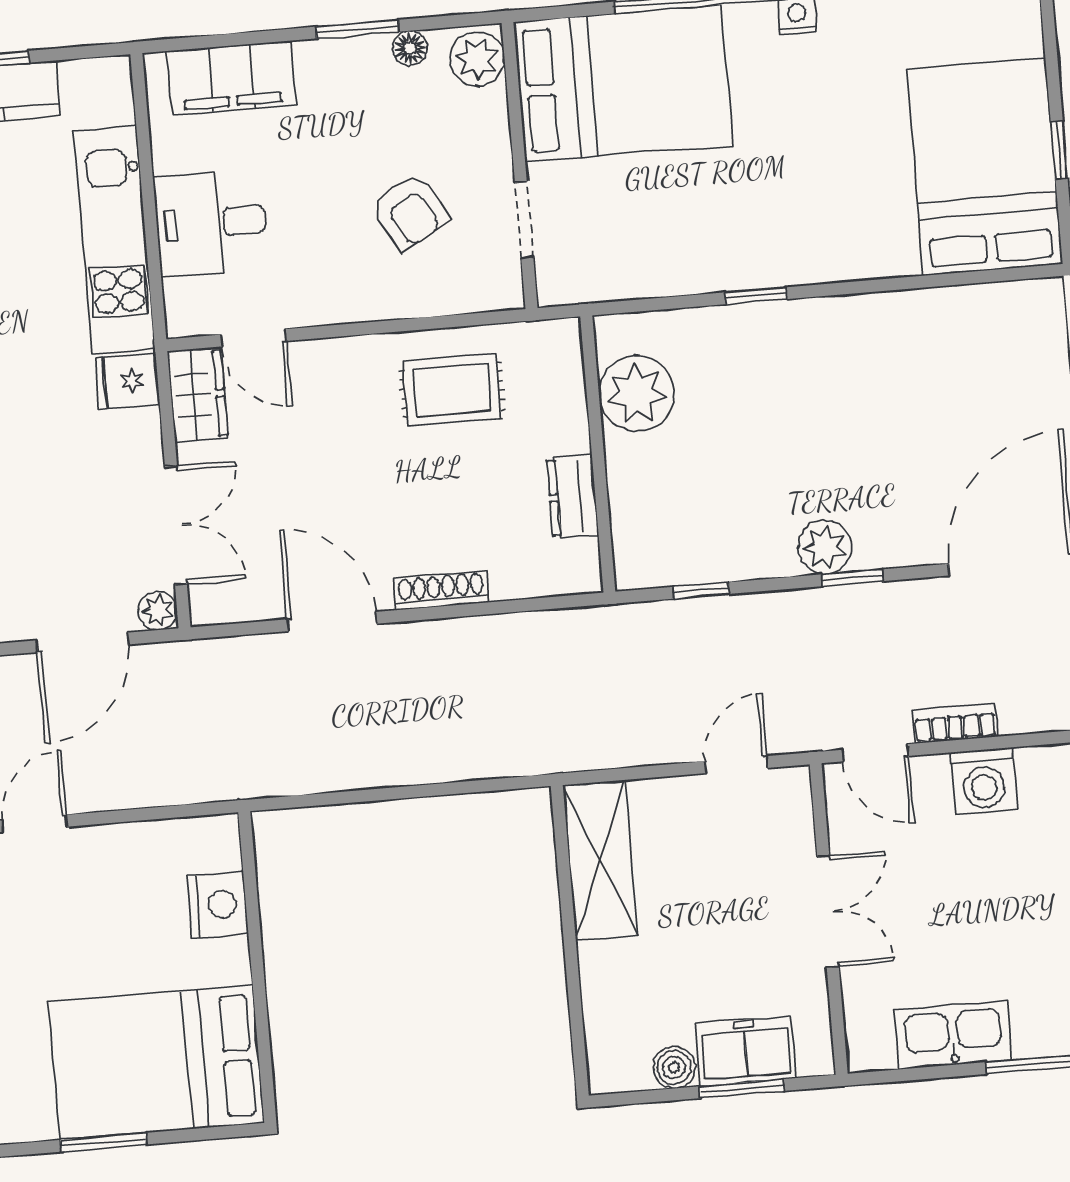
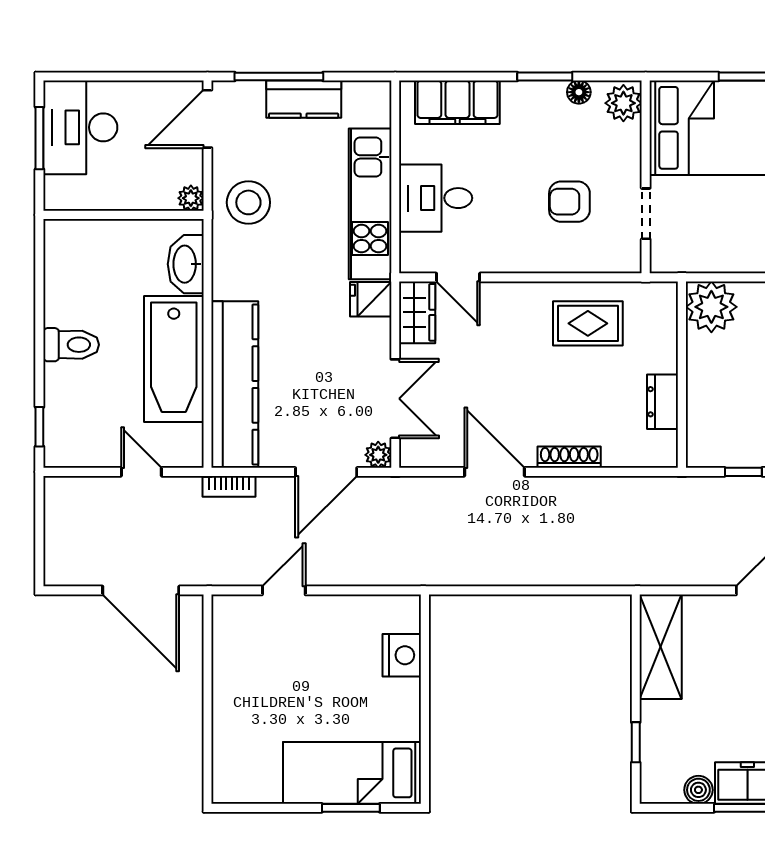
armchair: (410, 212) -> (569, 202), turned 120
plant: (637, 394) -> (711, 307), moved
window: (575, 1005) -> (636, 742), added
bed: (156, 1062) -> (352, 773), width x0.67
window: (104, 1142) -> (351, 808), moved

